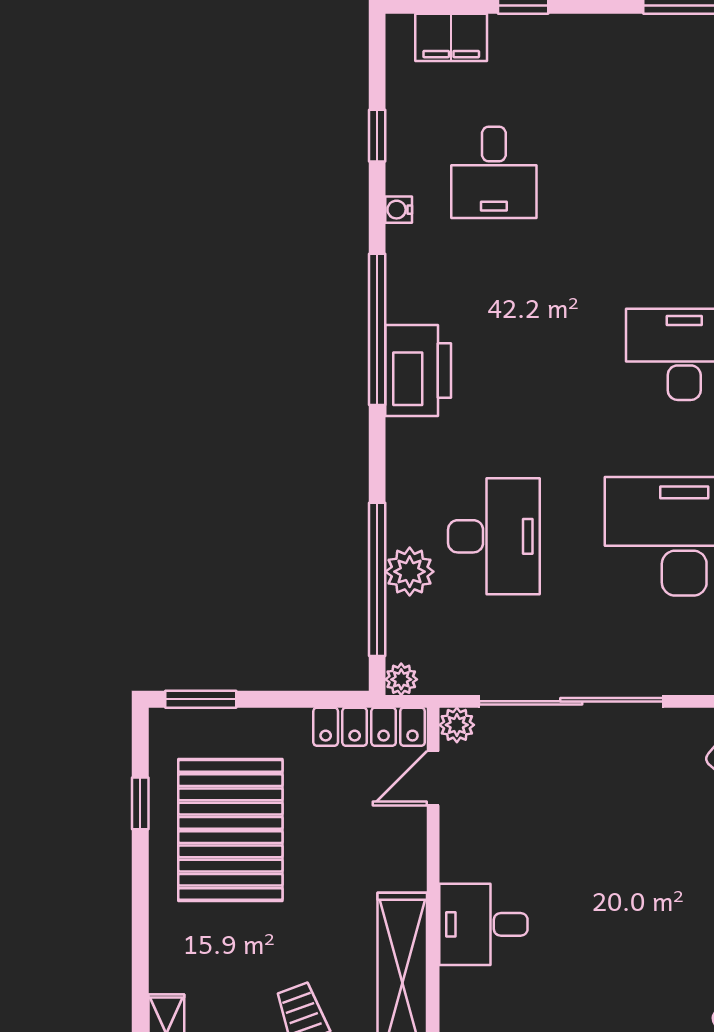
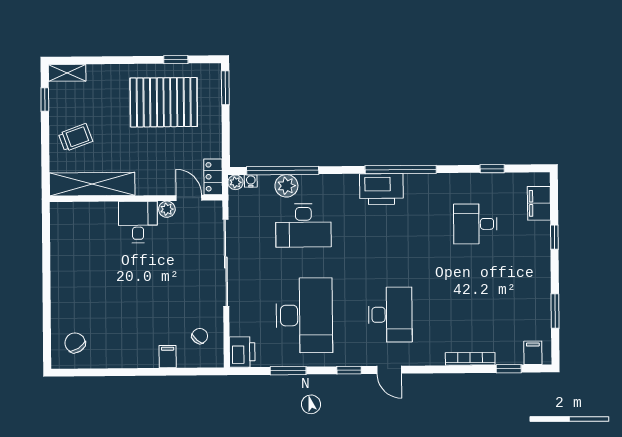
water cooler: (399, 210) -> (251, 181), moved
plant: (457, 725) -> (167, 209), moved
locker: (369, 727) -> (213, 177), width x0.66
desk: (483, 924) -> (138, 222), moved

